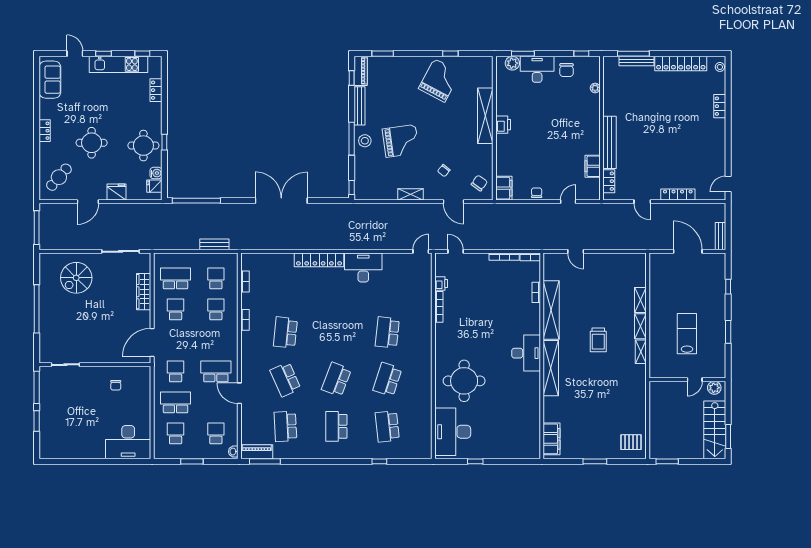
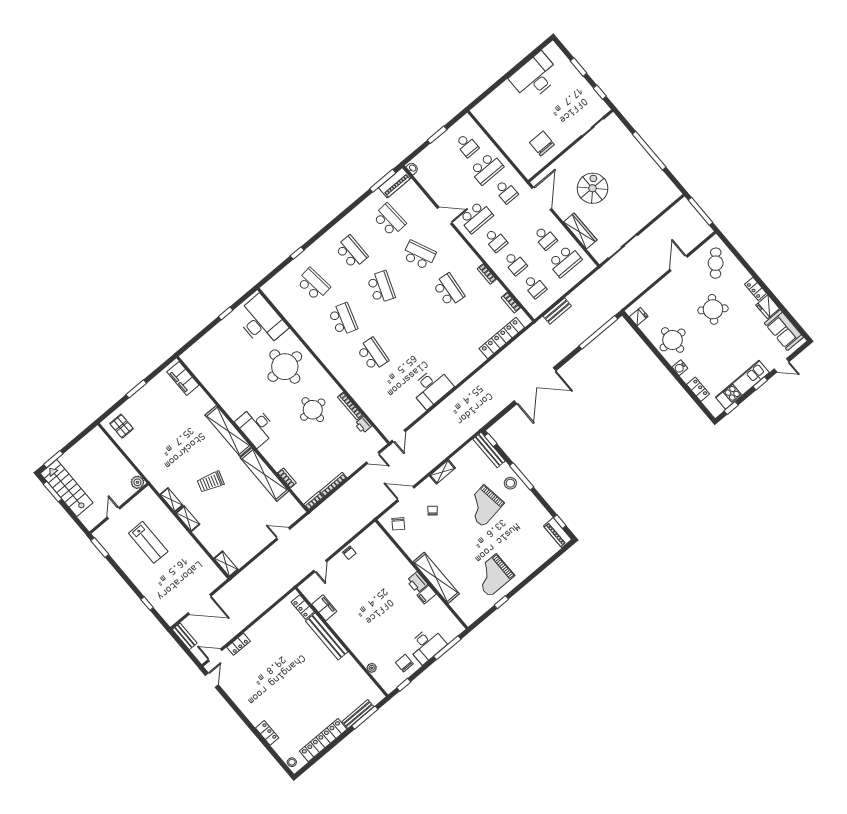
window: (383, 54) -> (552, 559), removed
window: (523, 54) -> (447, 648), width x1.44
plant: (512, 63) -> (449, 634), removed
grand piano: (439, 80) -> (493, 575), turned 62
bench: (359, 106) -> (489, 450), moved
window: (164, 142) -> (659, 356), removed
round table: (92, 143) -> (713, 309), turned 35
water cooler: (156, 173) -> (680, 368), moved
filing cabinet: (504, 188) -> (427, 595), moved, width x0.50
fridge: (116, 192) -> (768, 307), moved, turned 90
locker: (678, 194) -> (238, 644), width x0.66
door: (642, 202) -> (215, 655), moved
locker: (319, 260) -> (502, 338), moved
spiral stairs: (76, 278) -> (593, 188), moved
shelving: (640, 300) -> (226, 564), moved
round table: (471, 329) -> (313, 410), added
window: (728, 332) -> (100, 548), moved
trolley: (598, 340) -> (211, 482), turned -72
chair: (116, 385) -> (542, 144), width x1.87, depth x1.87
window: (37, 387) -> (600, 92), width x0.46
plant: (714, 388) -> (137, 482), moved
school desk: (216, 433) -> (496, 240), moved
desk: (128, 442) -> (535, 77), moved
pallet: (631, 442) -> (122, 426), turned 90
window: (667, 461) -> (53, 459), moved

